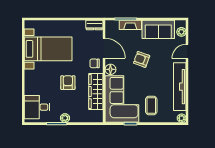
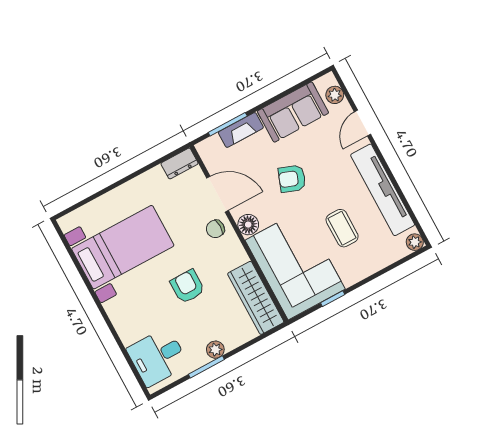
wardrobe: (96, 92) -> (256, 298), moved
coffee table: (151, 105) -> (342, 228), moved

